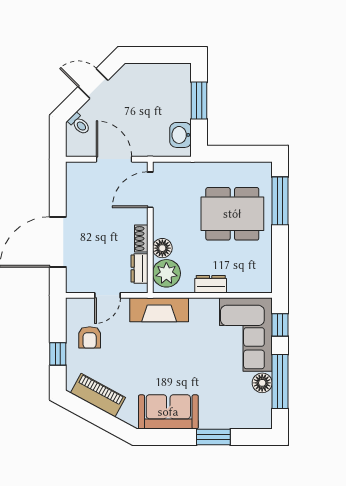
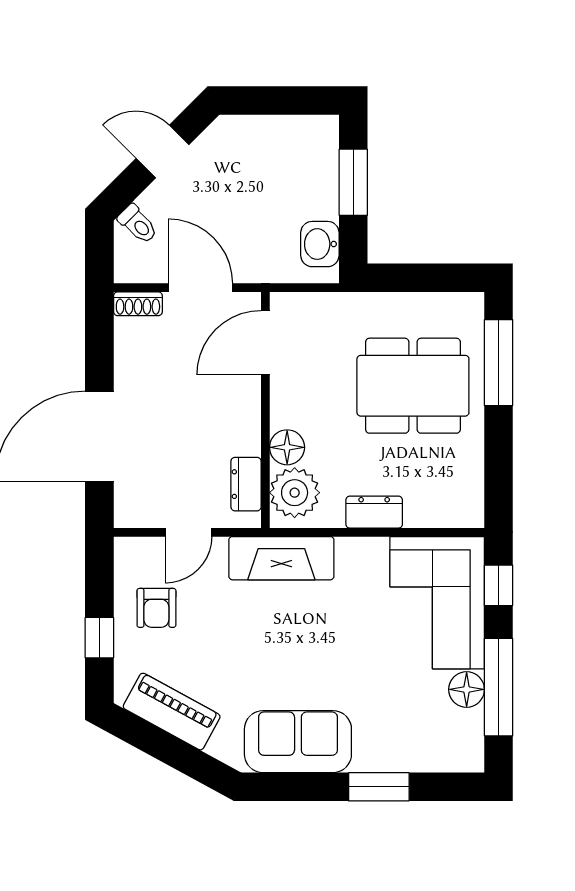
shoe rack: (141, 239) -> (138, 304), moved, turned -90

